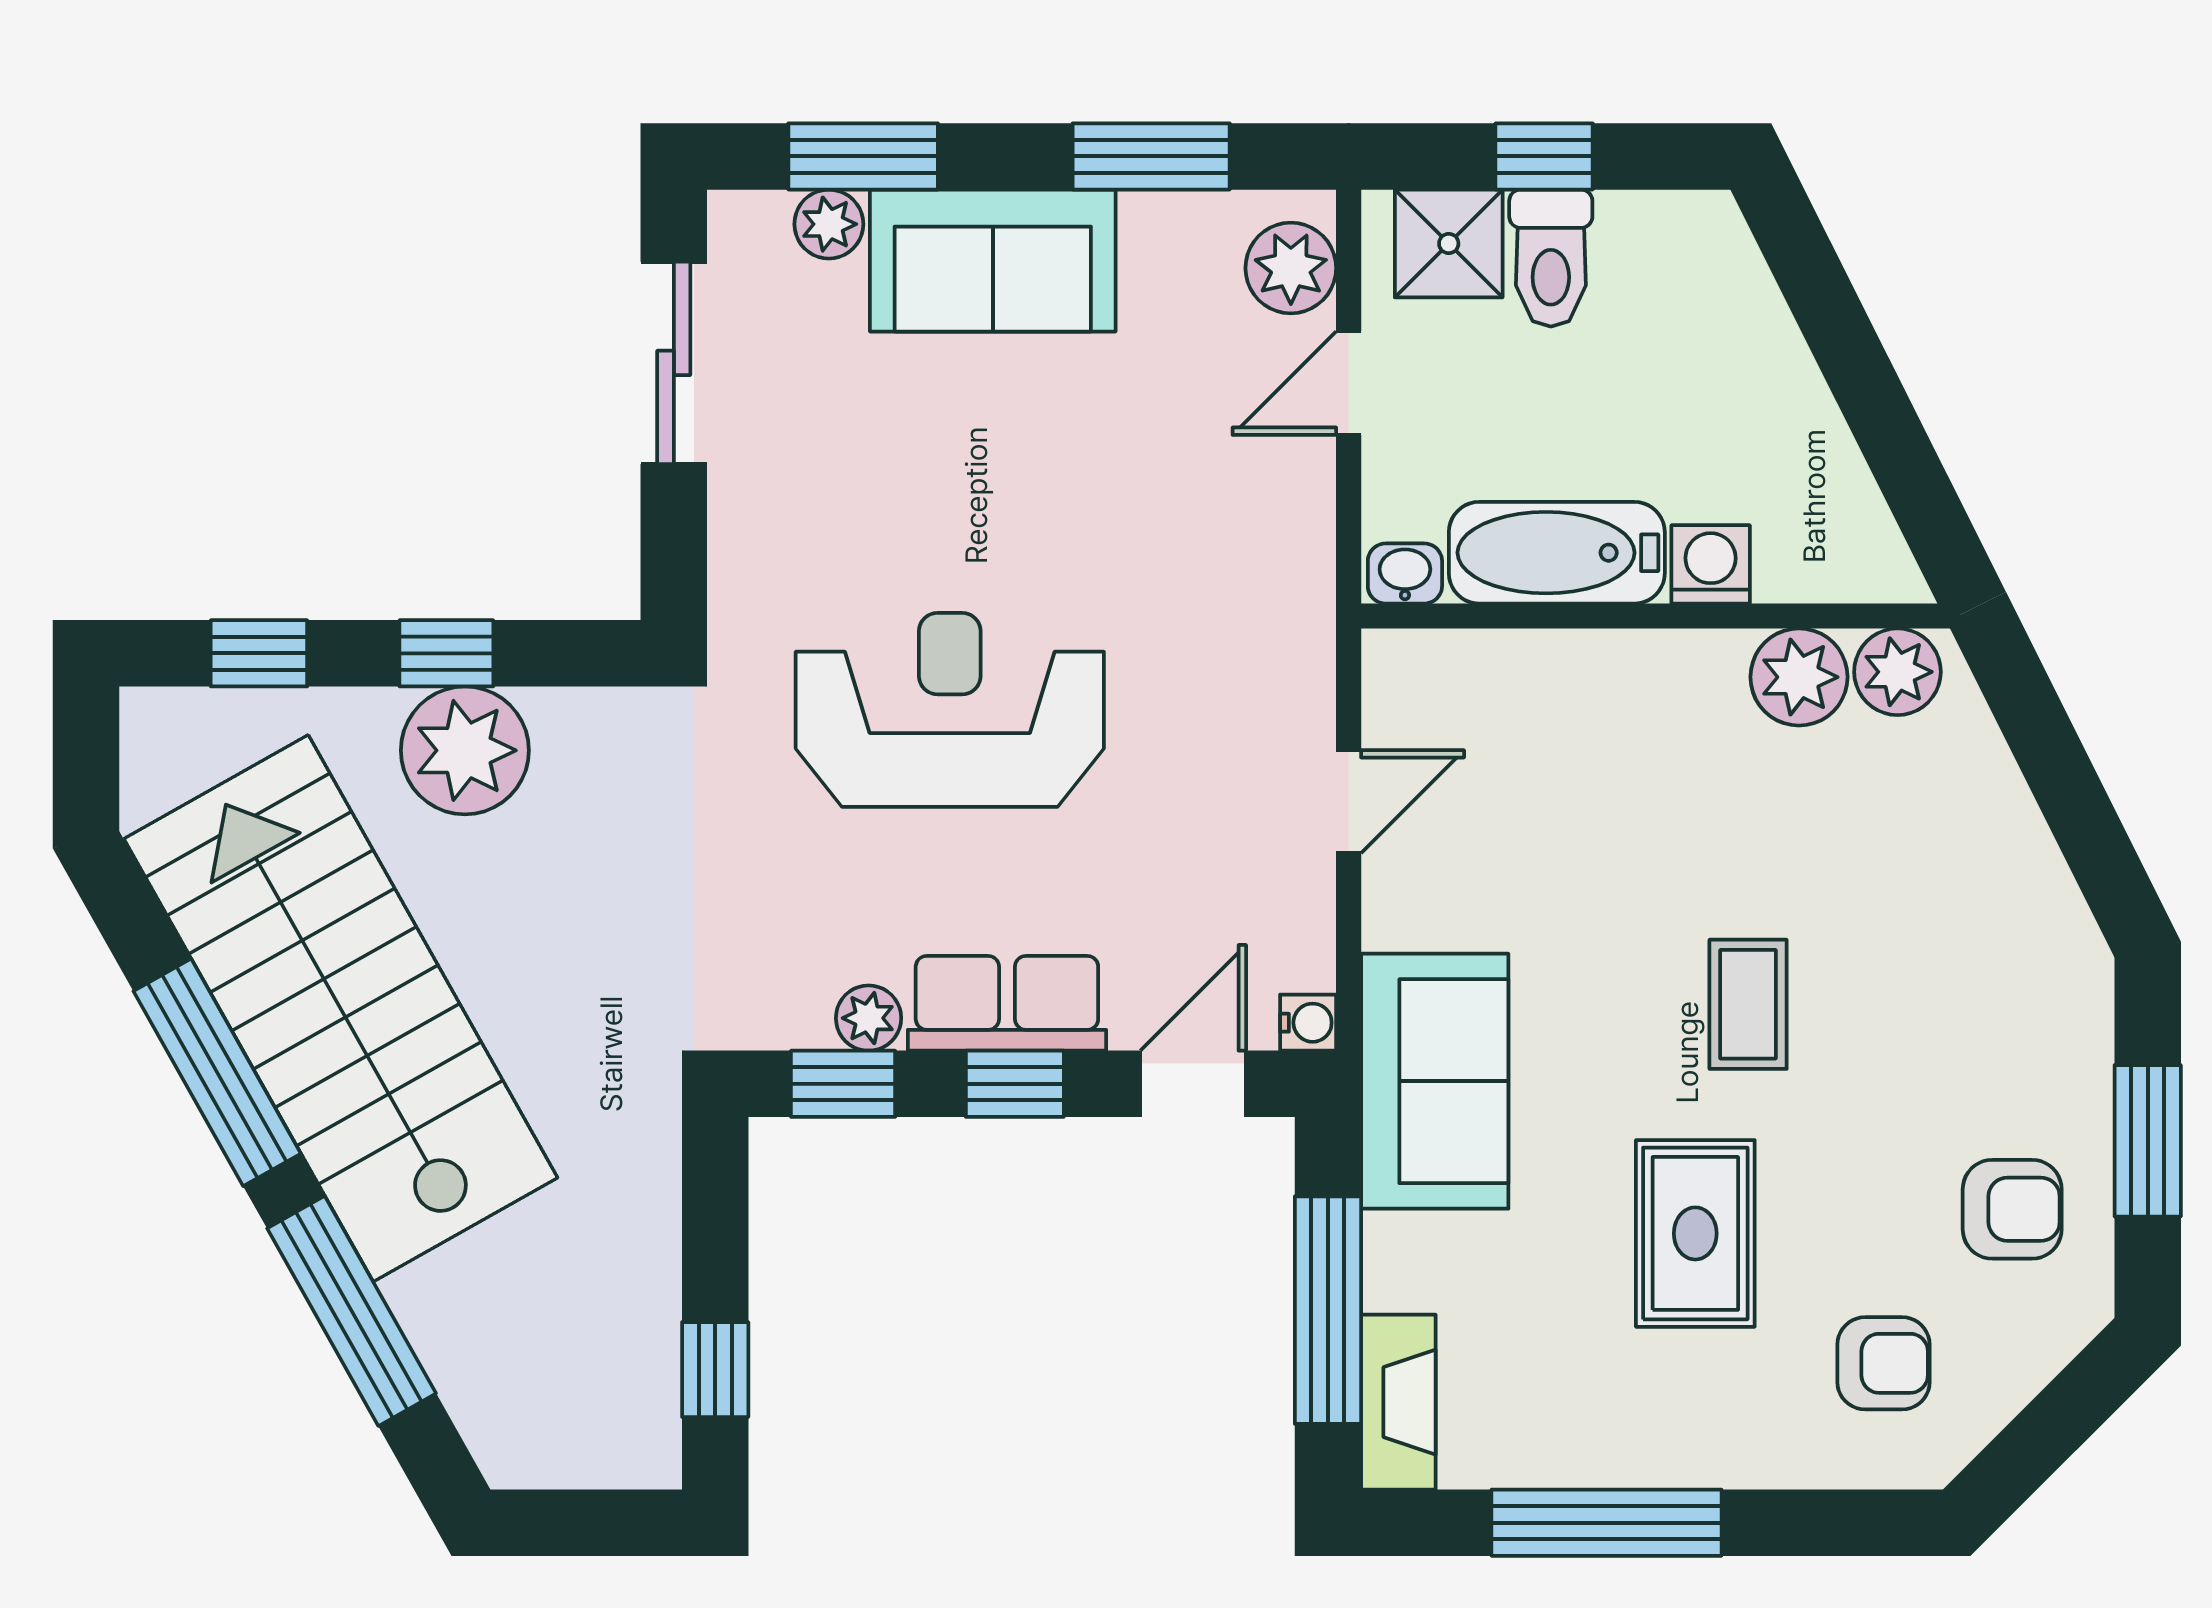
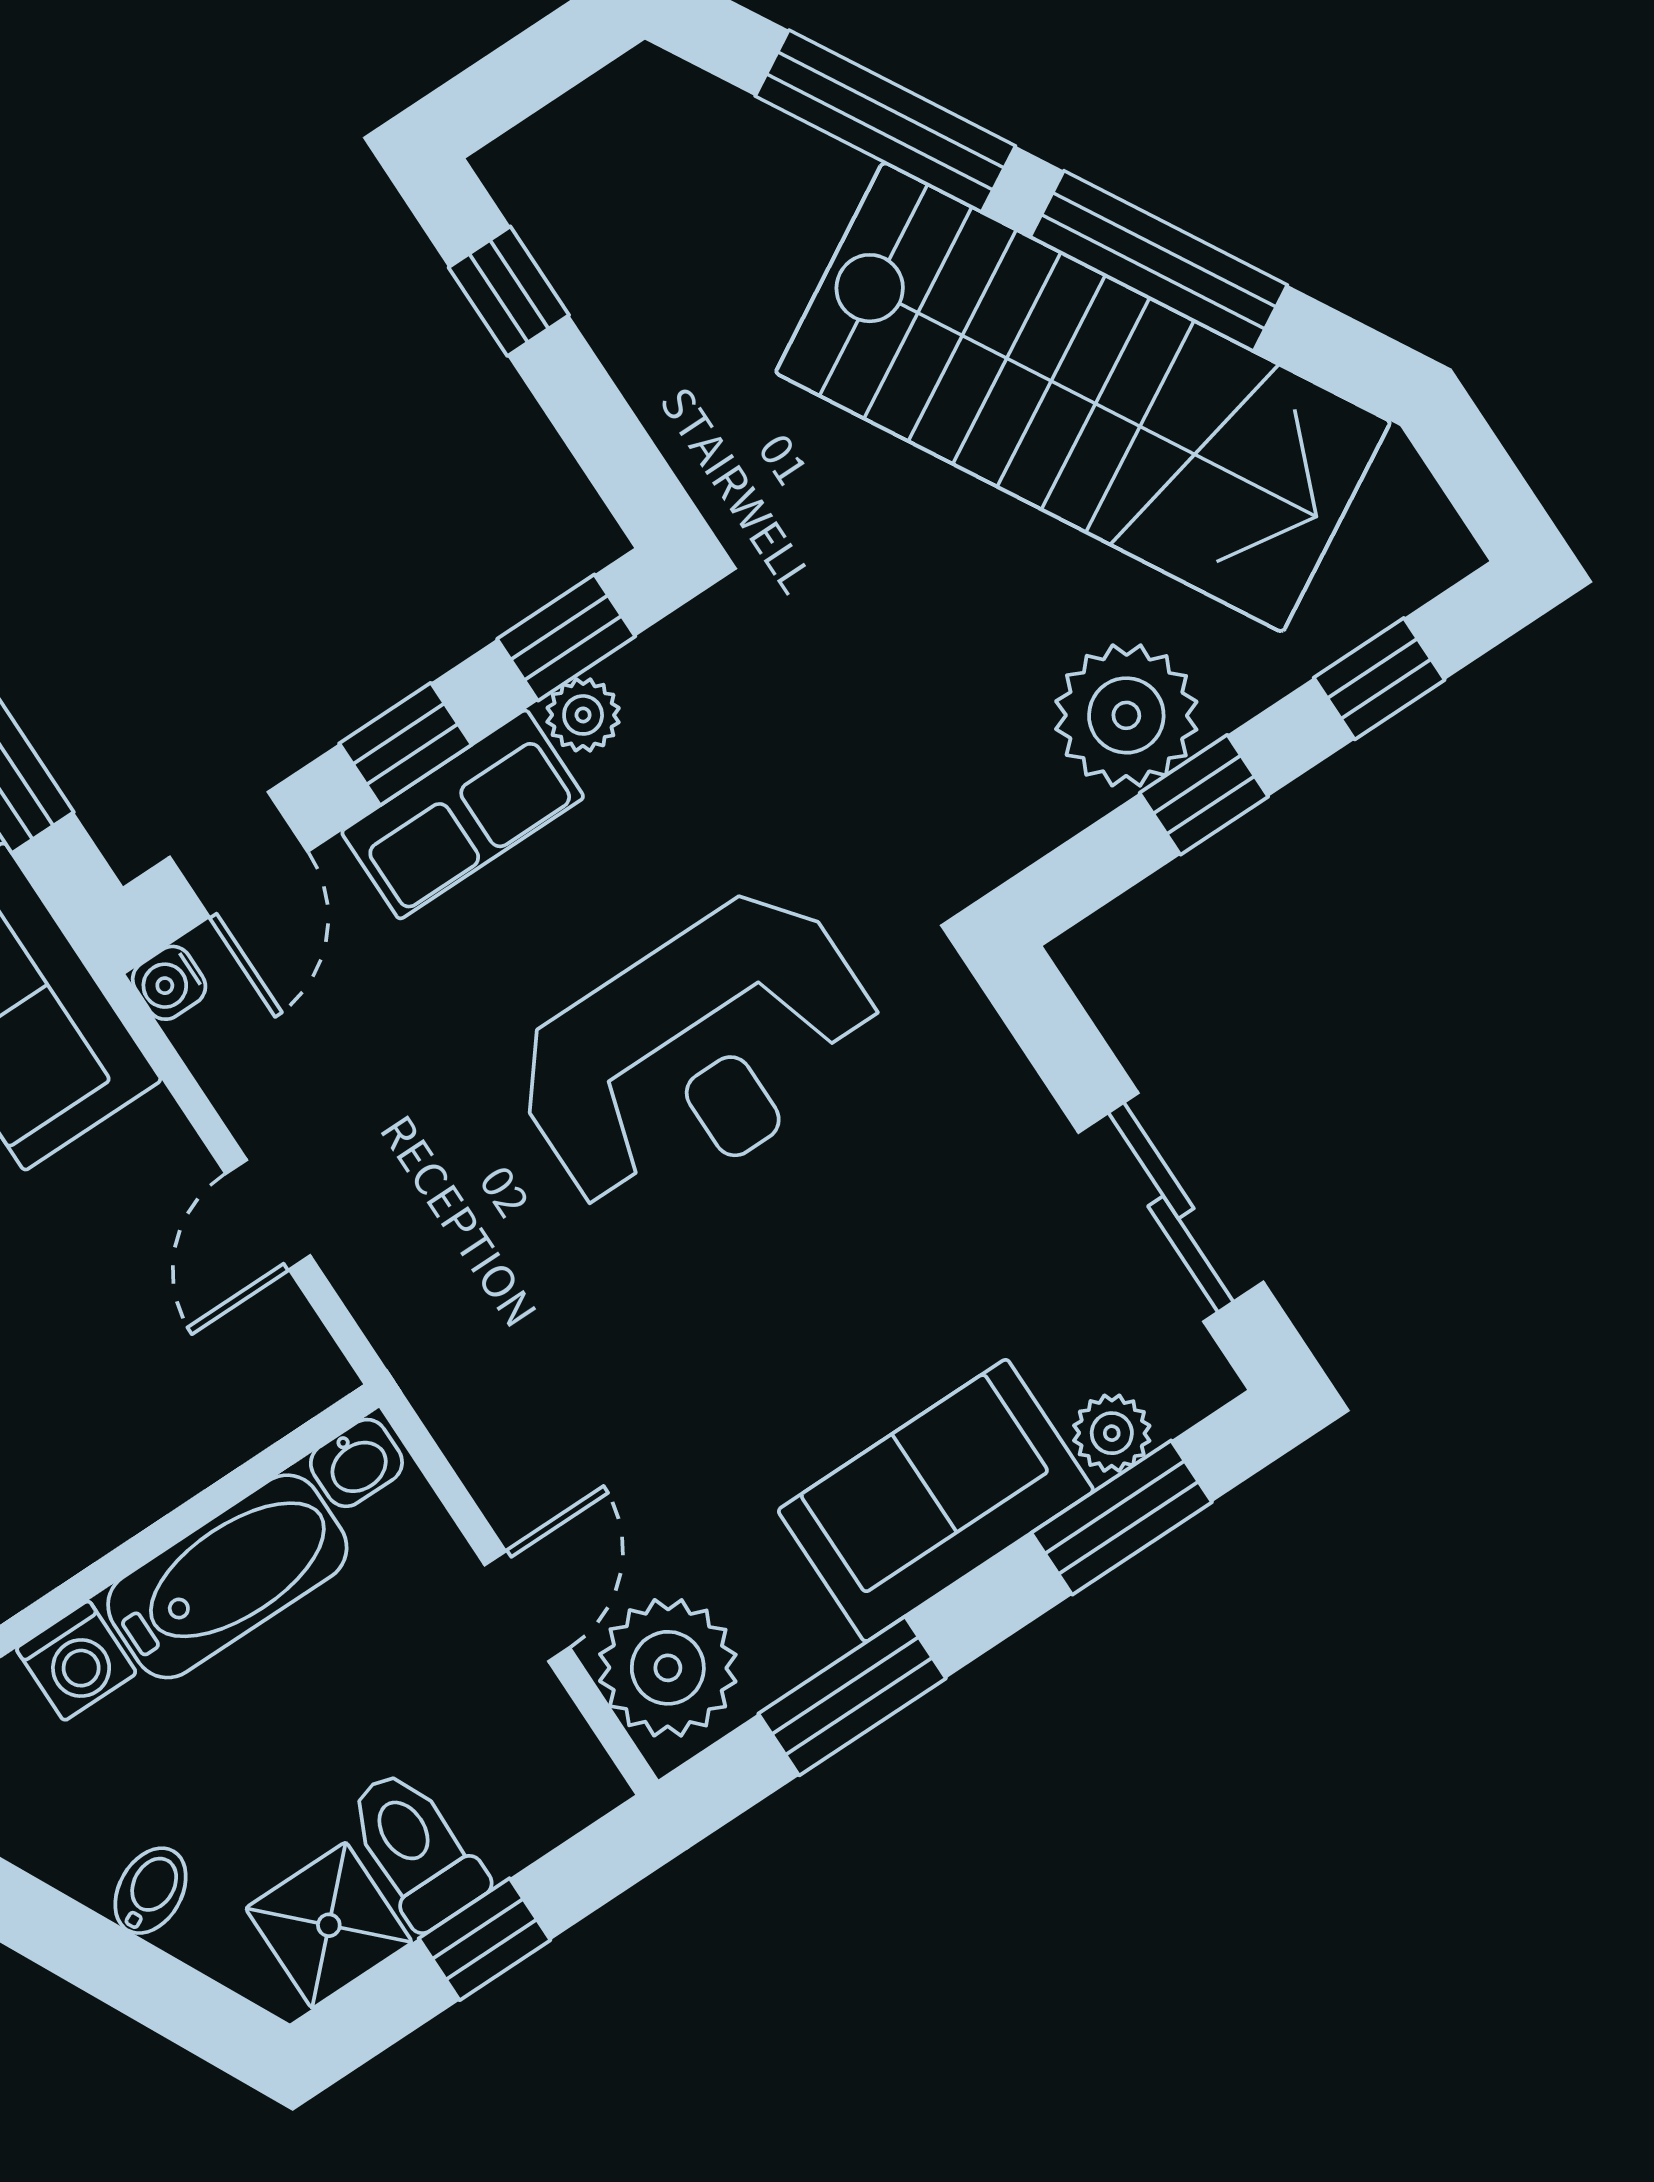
shower: (1449, 244) -> (329, 1925), moved
plant: (1291, 268) -> (668, 1668), width x1.36, depth x1.36
bidet: (1768, 357) -> (151, 1891), added

